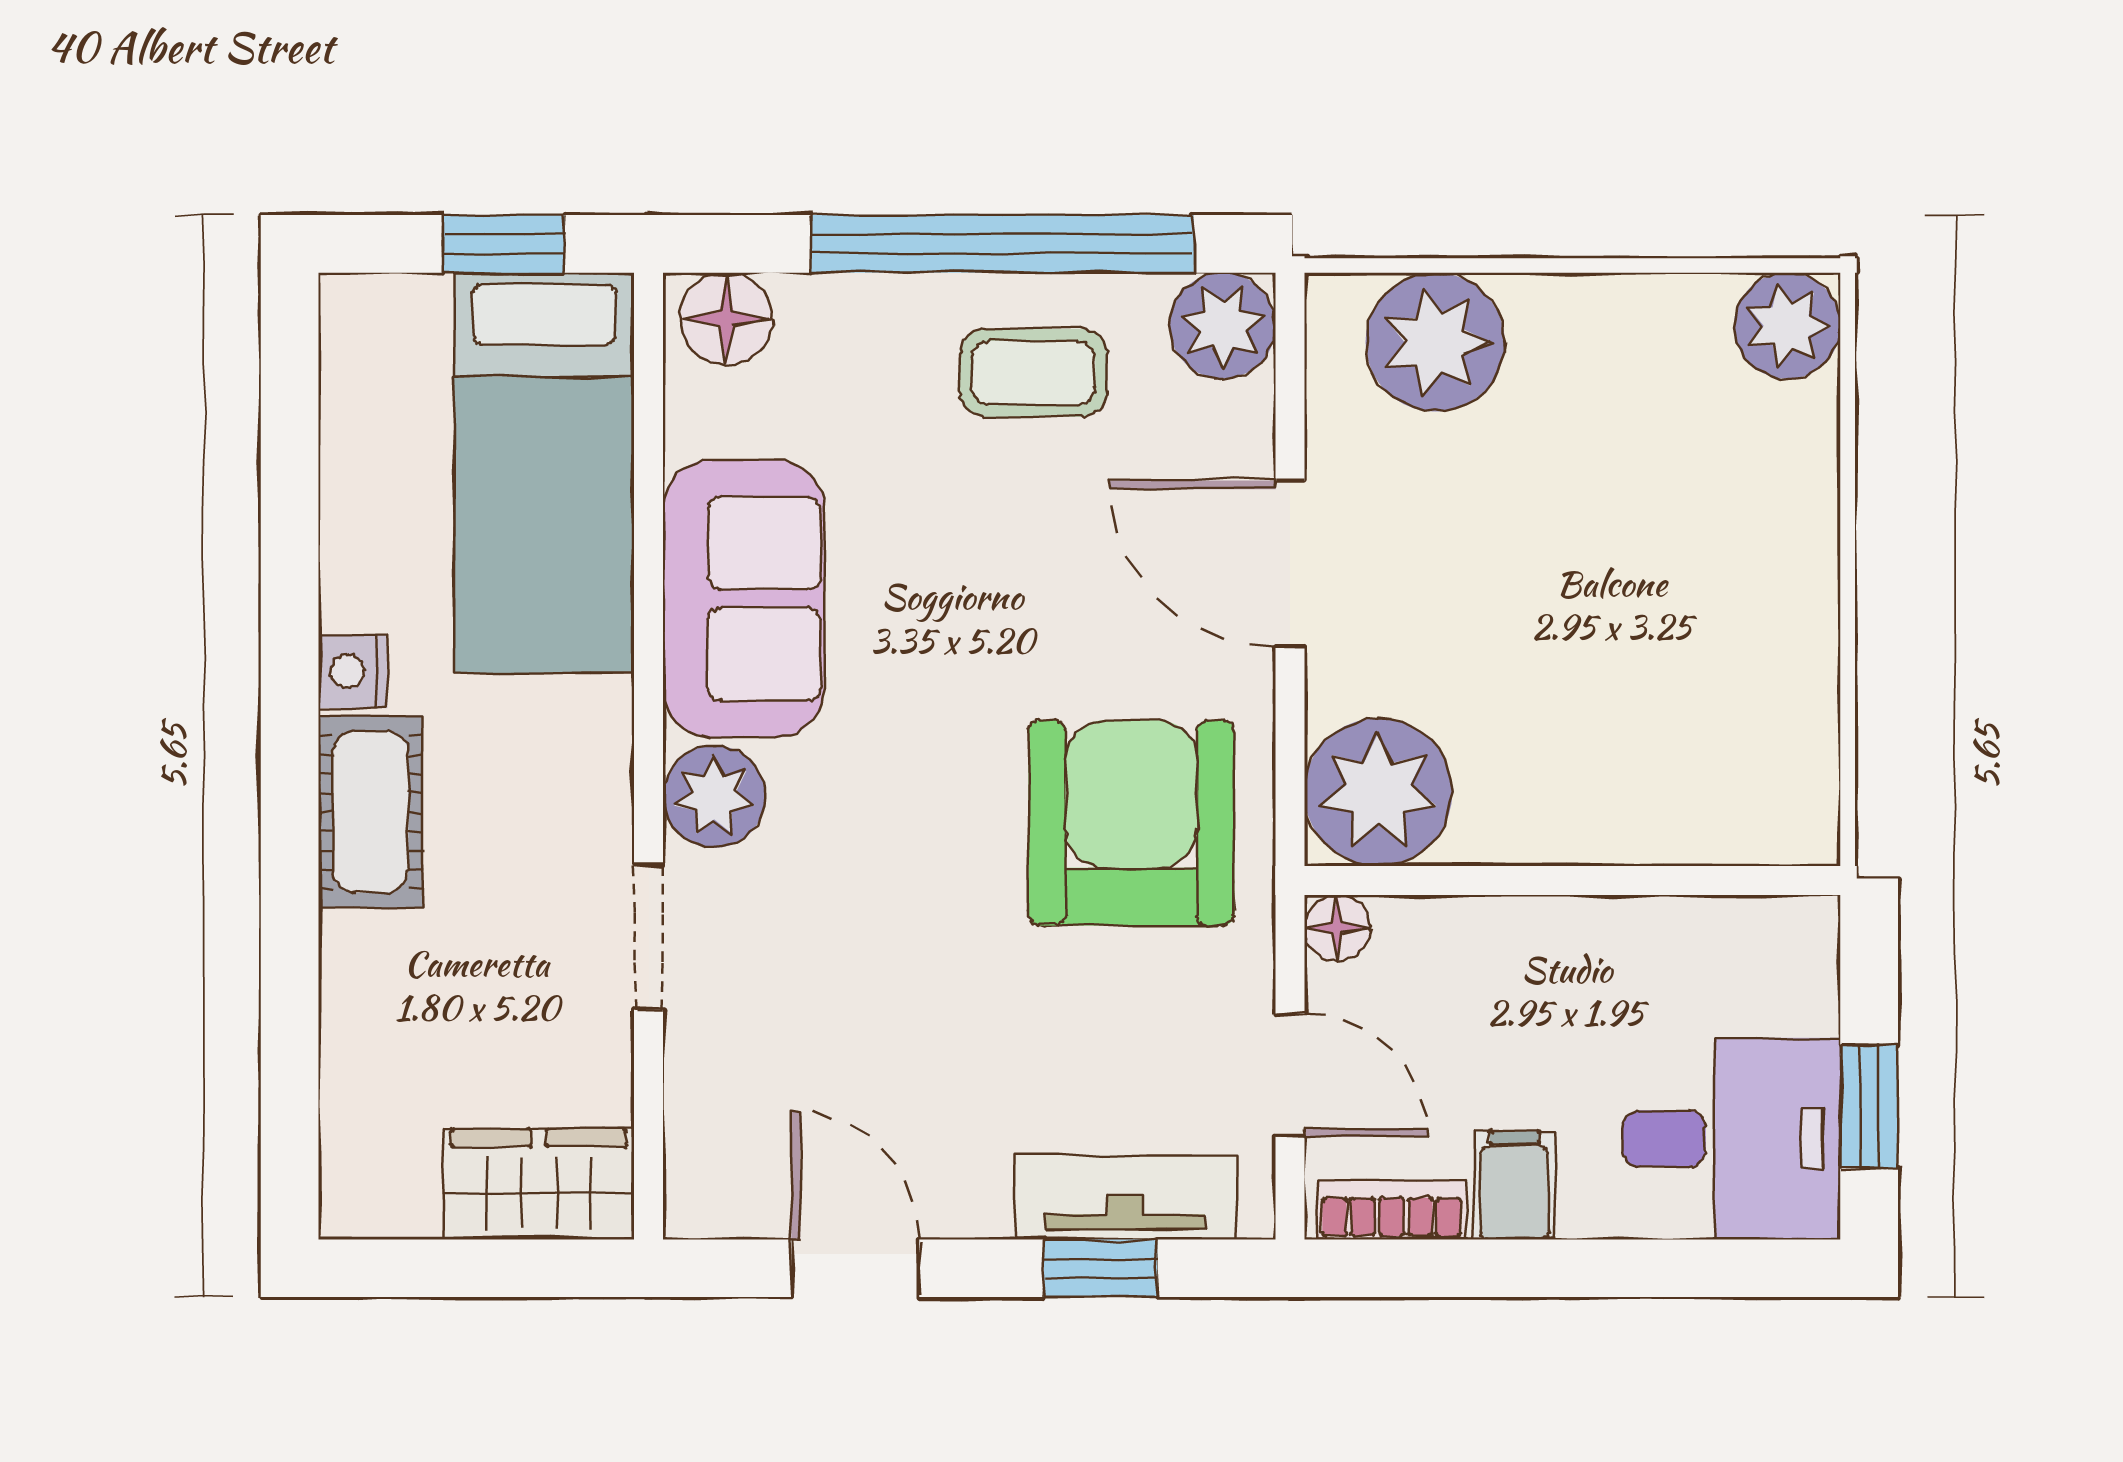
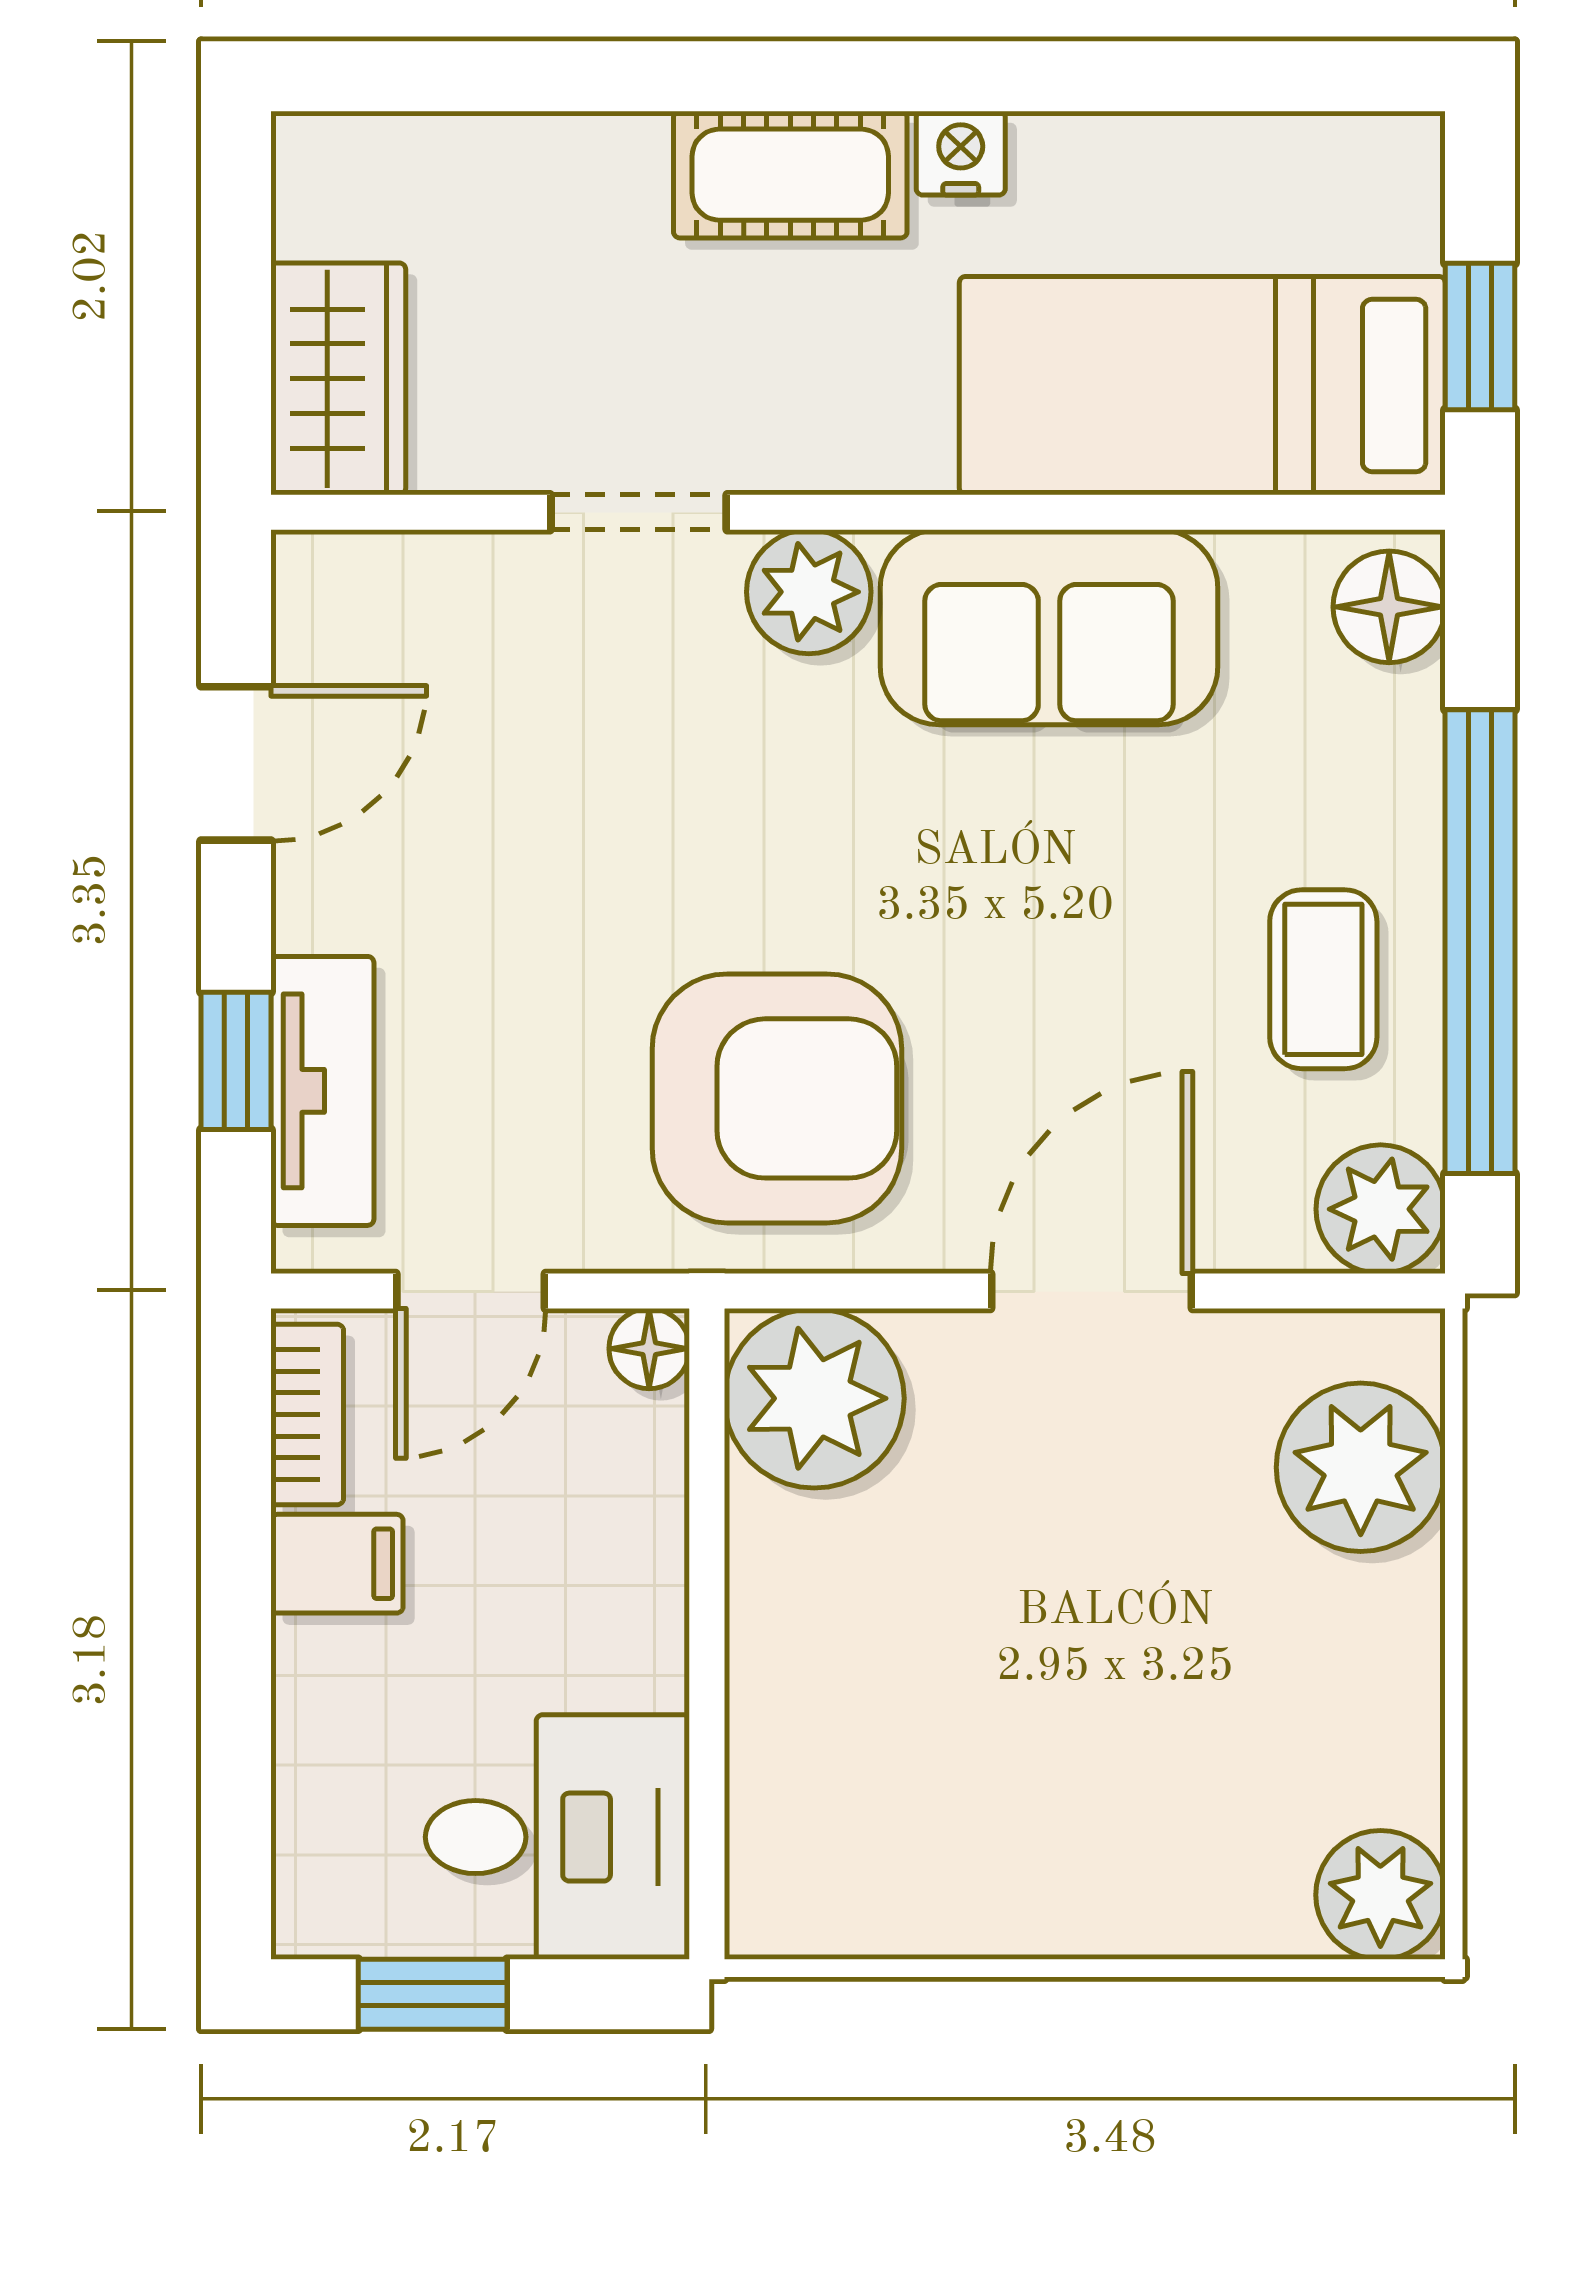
desk: (1732, 1139) -> (557, 1837), moved, turned -90

